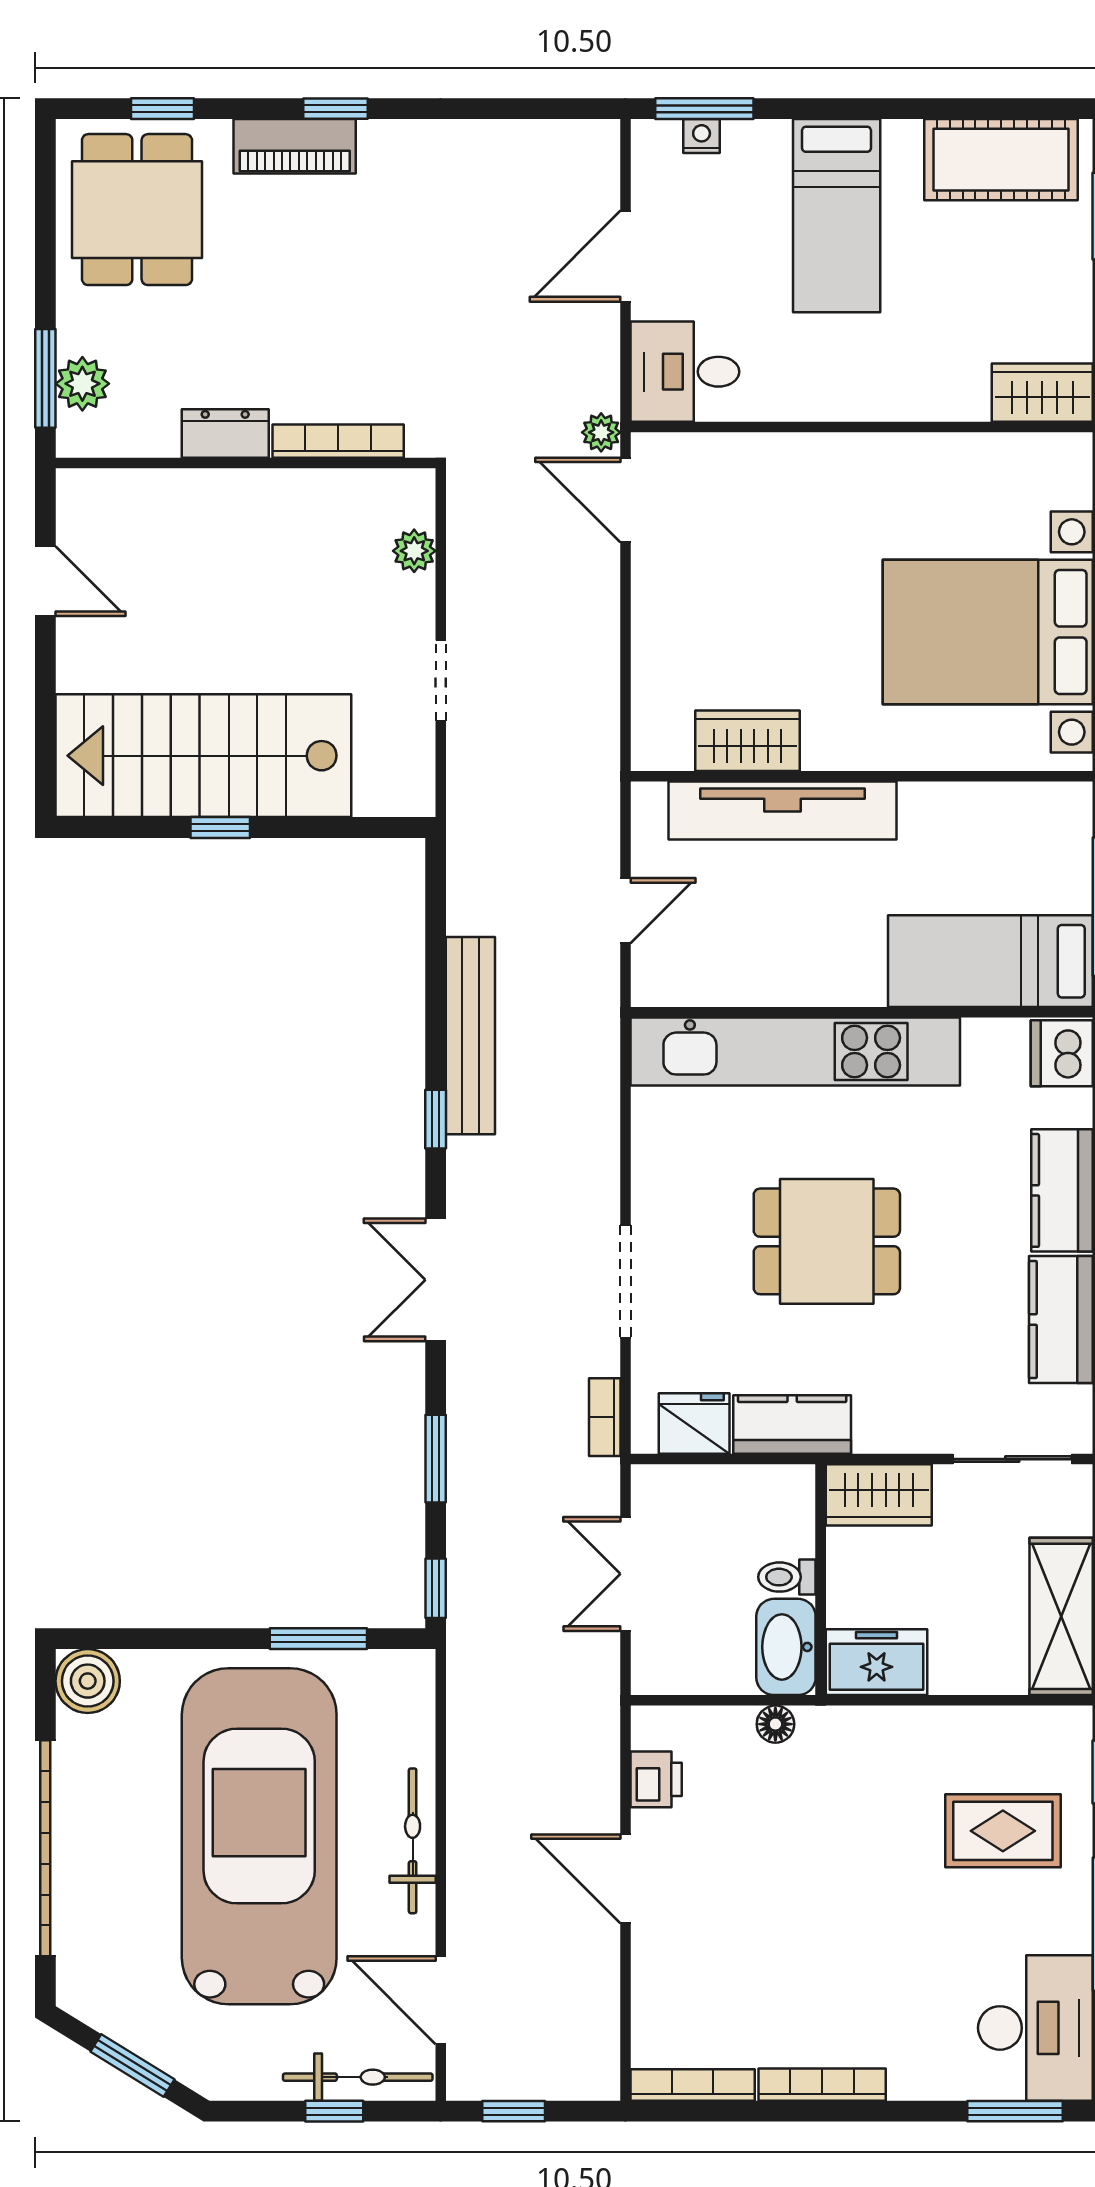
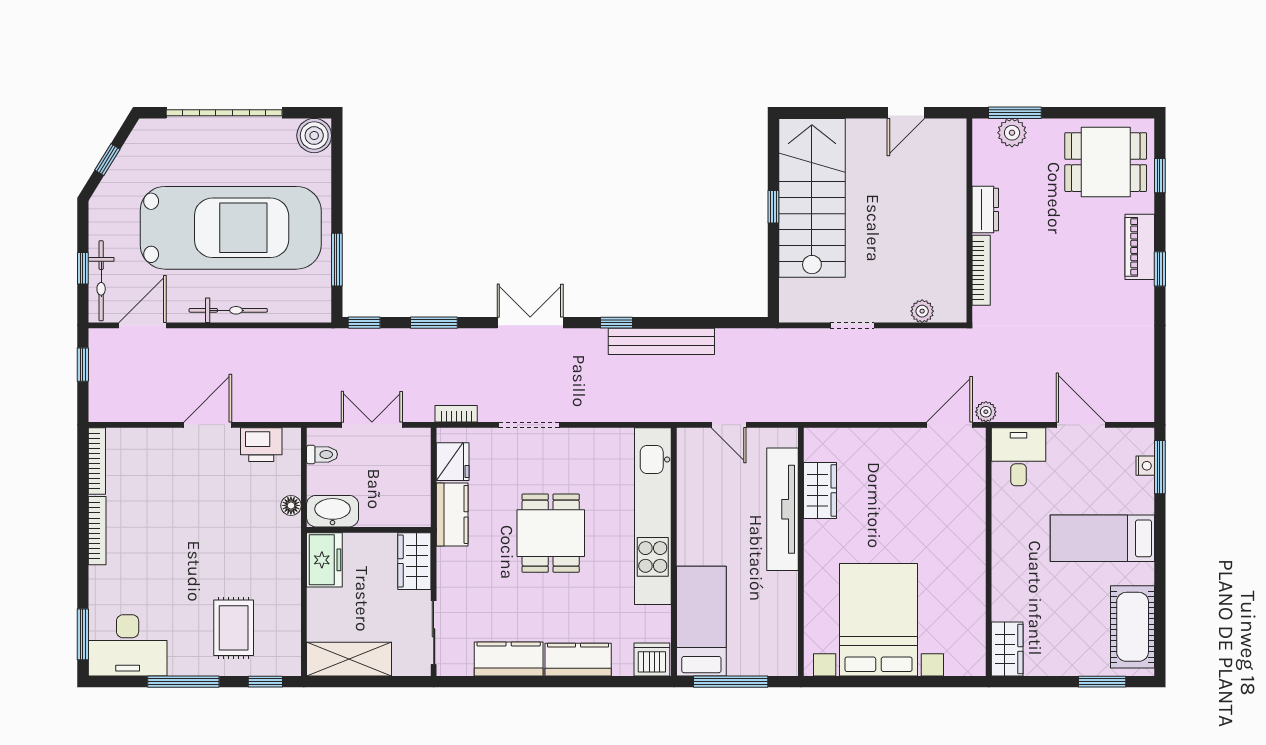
toilet: (787, 1577) -> (322, 455), moved, turned 90
printer: (656, 1779) -> (261, 445), width x1.36, depth x1.24
window: (132, 2066) -> (107, 160), width x0.67

